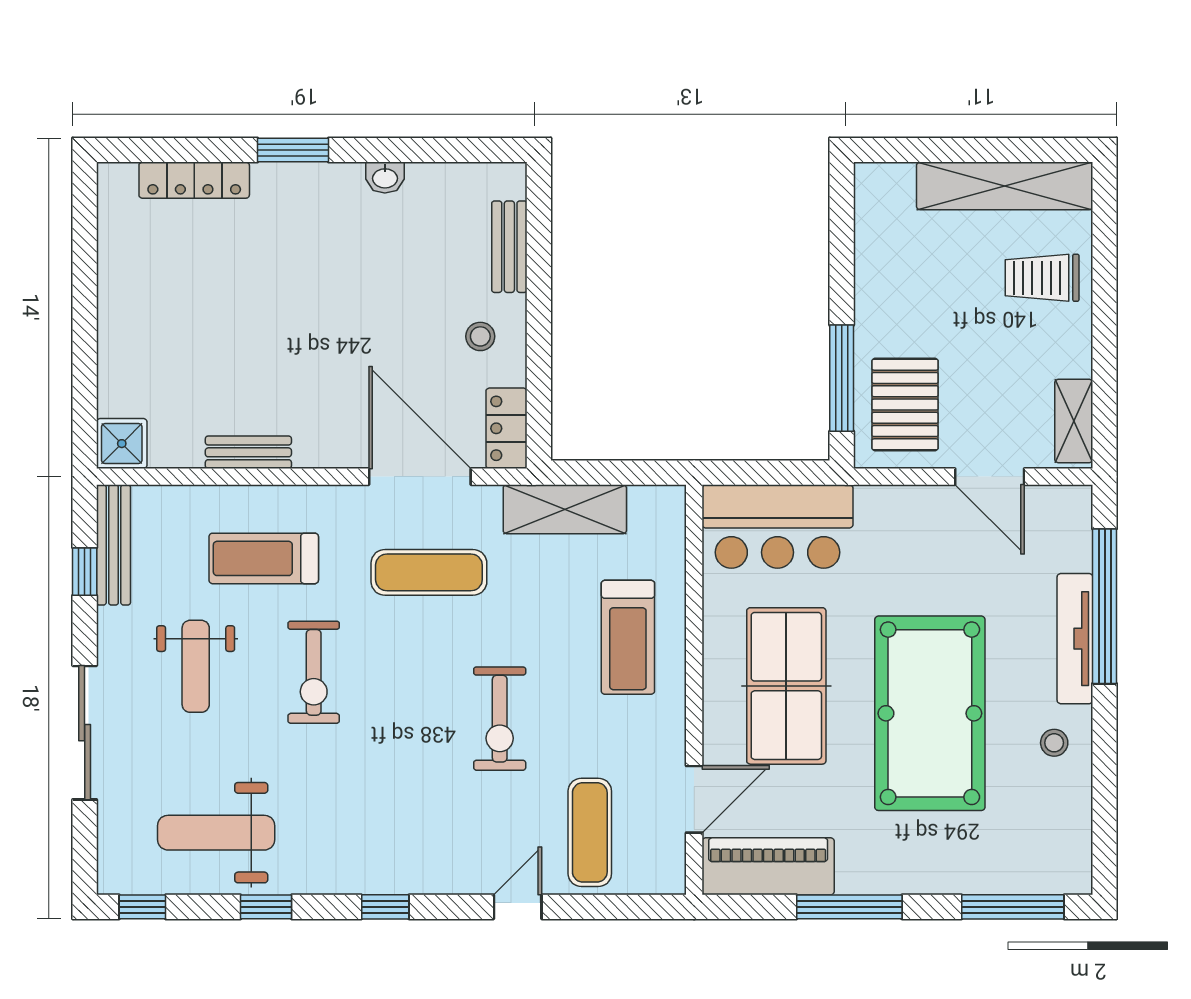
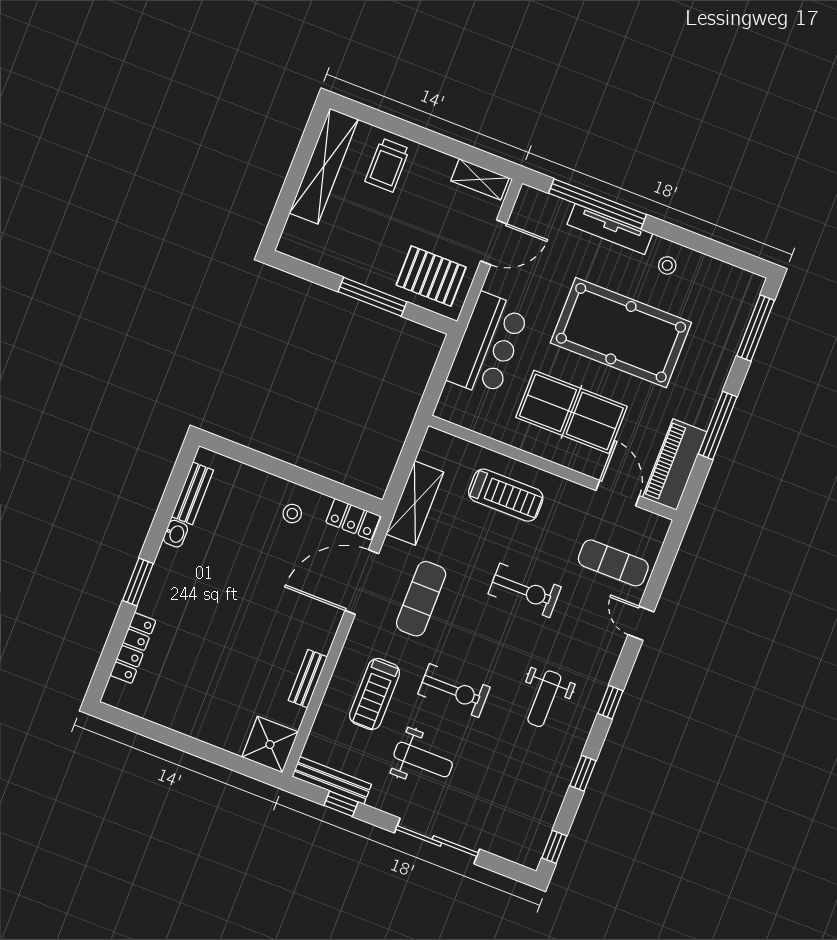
bench: (509, 247) -> (192, 493), moved, turned 90
window: (842, 378) -> (372, 297), moved
shower: (122, 444) -> (270, 745), width x1.36, depth x1.36
bar counter: (777, 526) -> (488, 345), moved
weight bench: (216, 833) -> (544, 699), moved, width x0.73, depth x0.75

